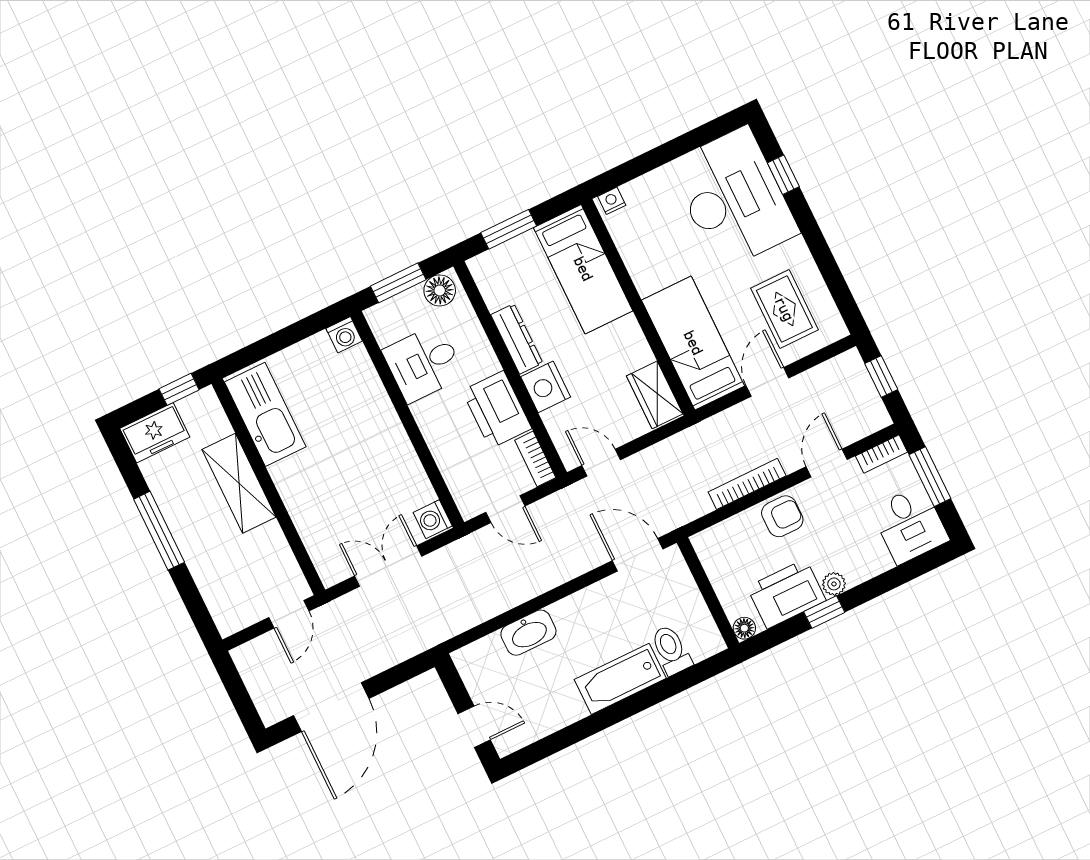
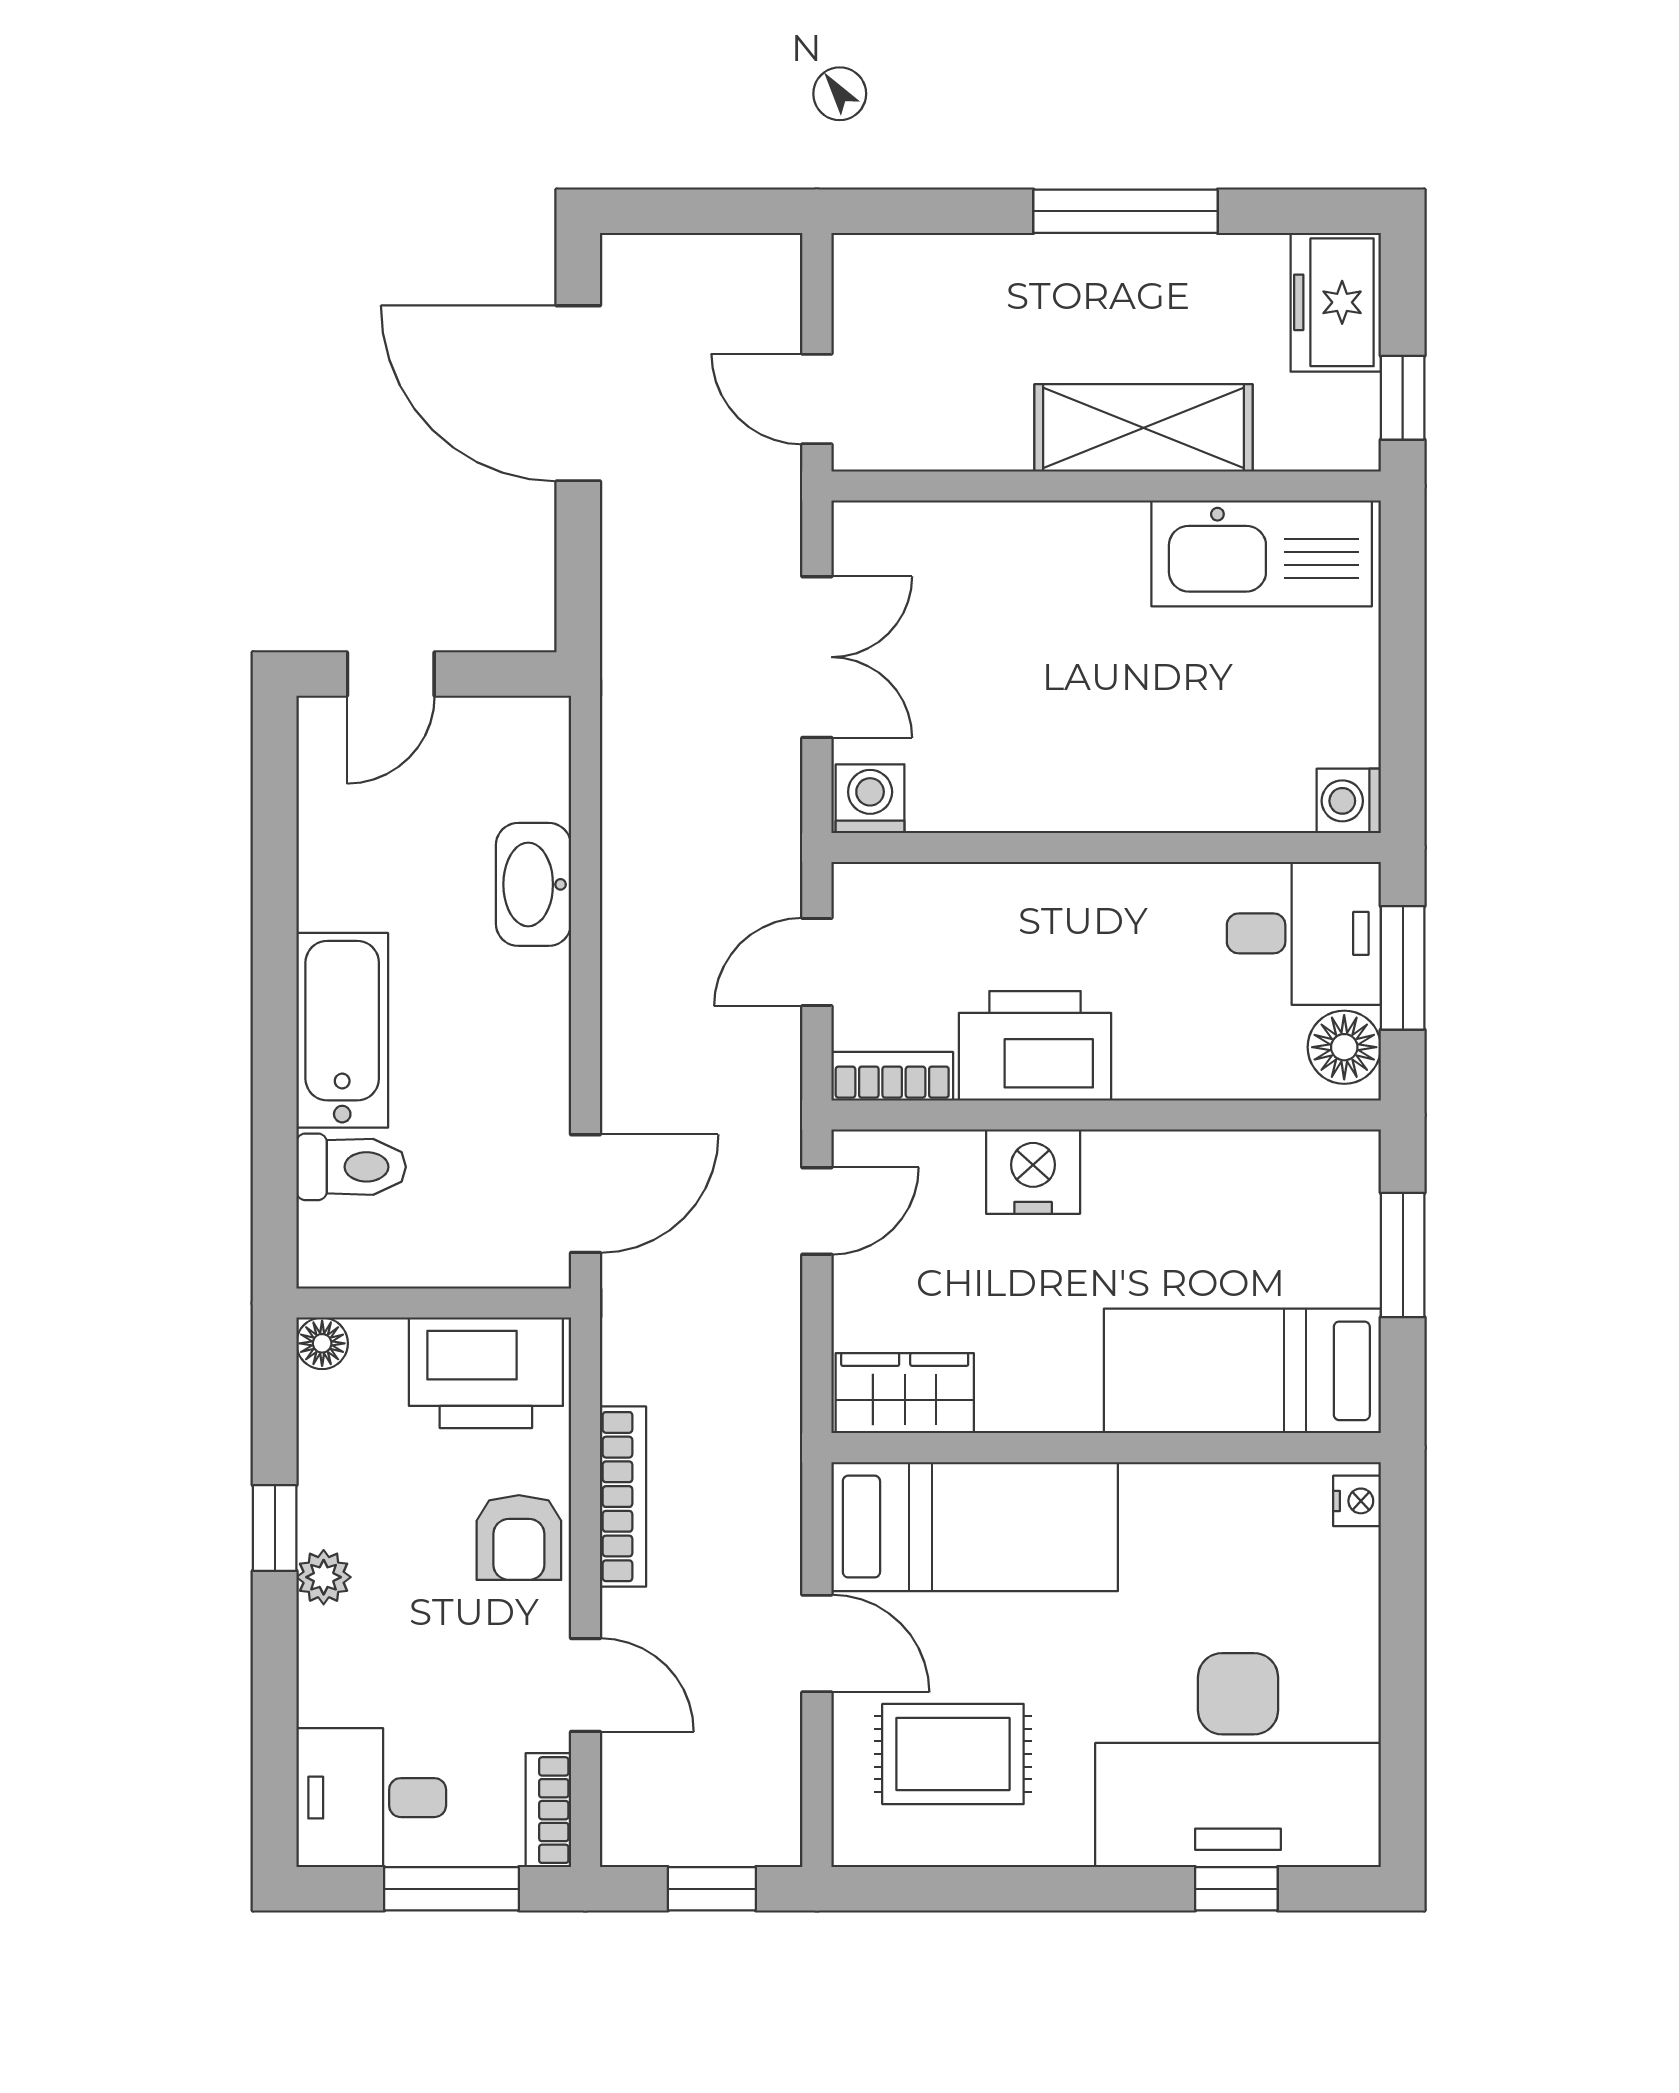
dresser: (517, 339) -> (1163, 1160), removed
desk: (424, 363) -> (1304, 933), moved, turned 90
printer: (786, 594) -> (486, 1373), moved, turned 90

